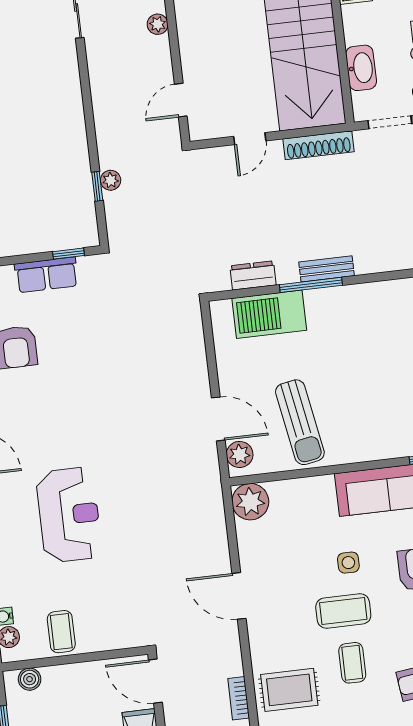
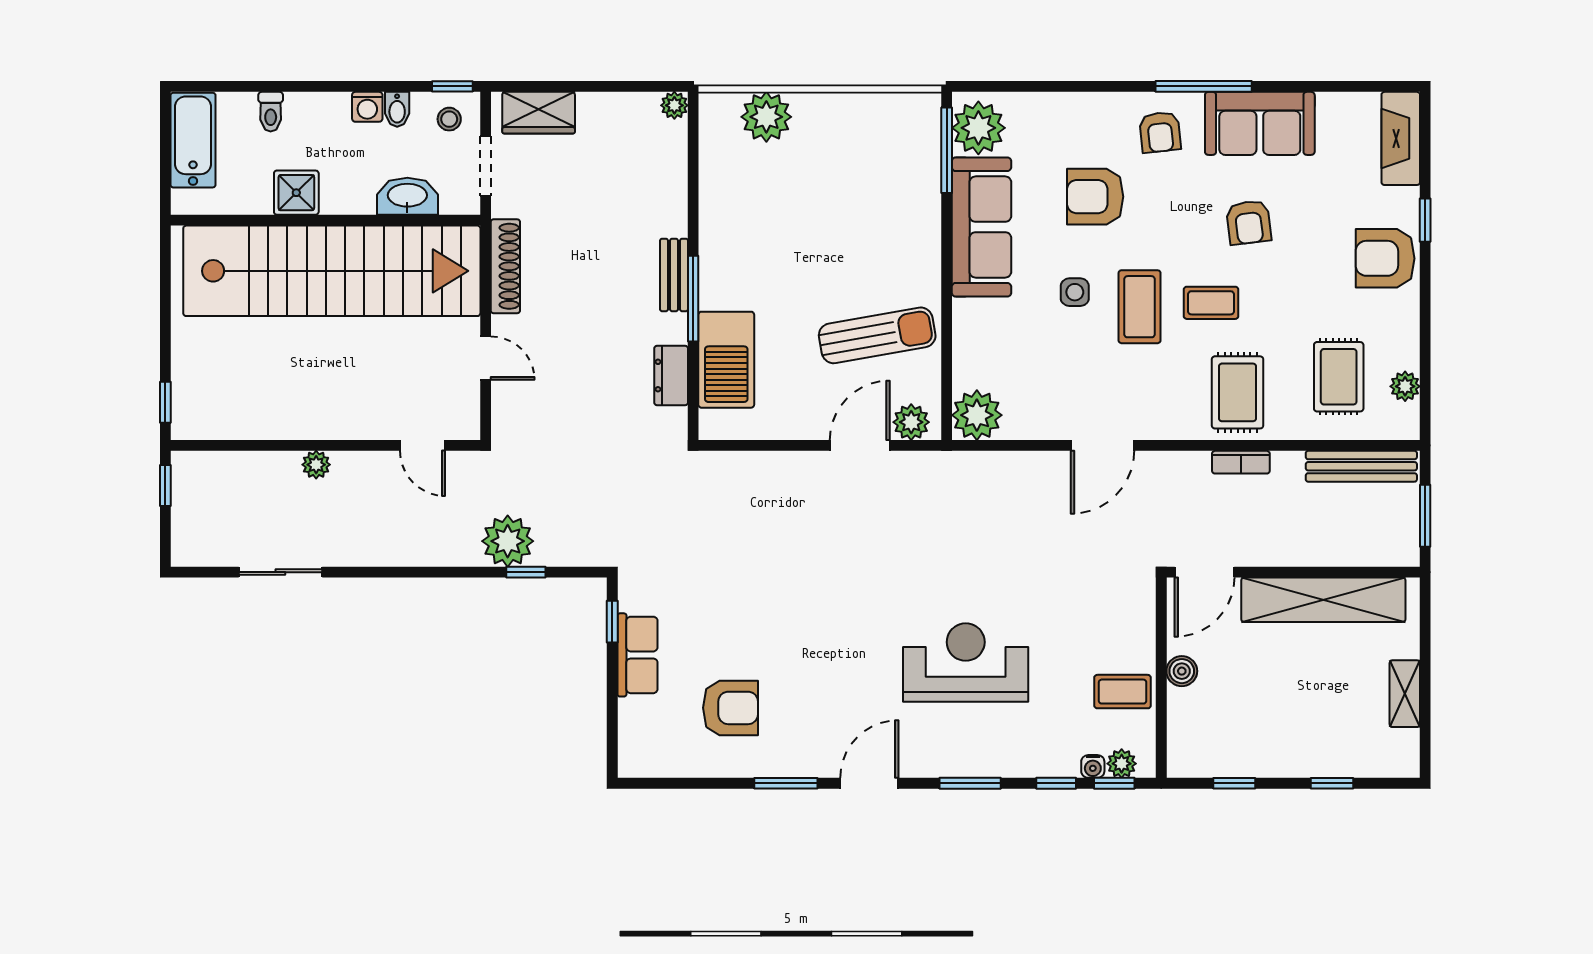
plant: (111, 180) -> (508, 541), width x1.88, depth x1.88
boiler: (30, 679) -> (1182, 671), moved

